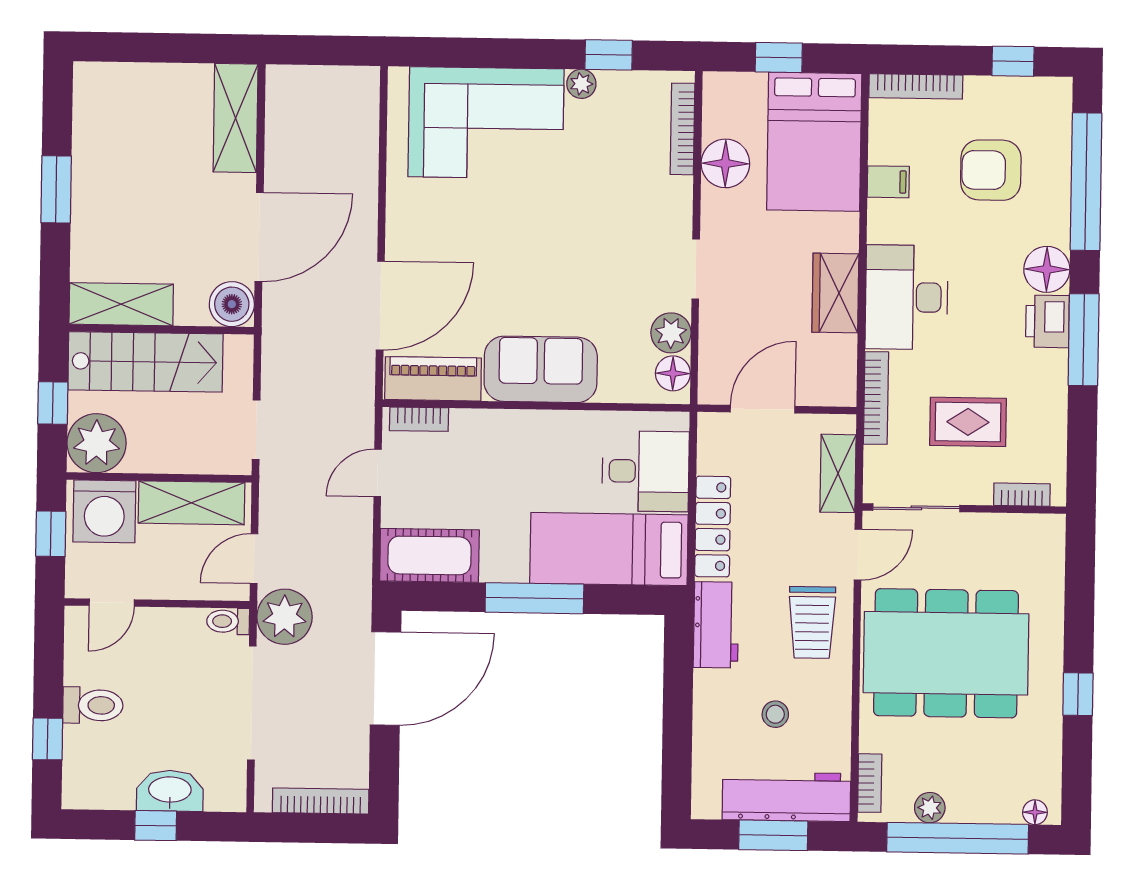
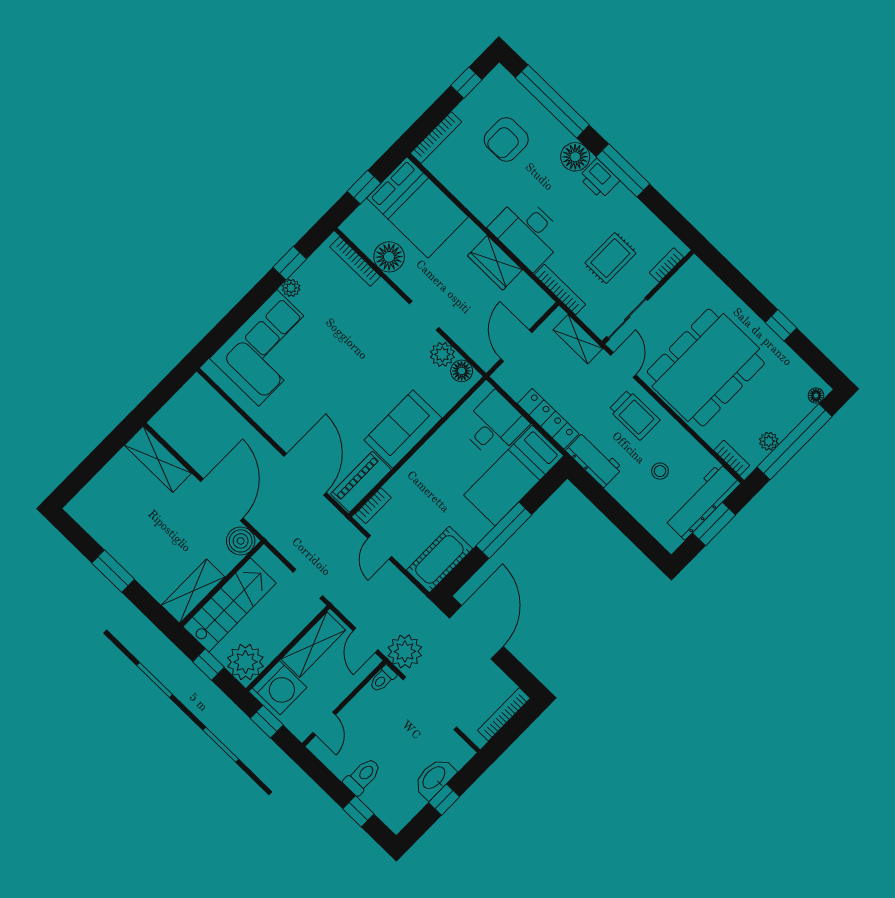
filing cabinet: (888, 182) -> (467, 191), removed

